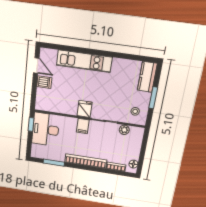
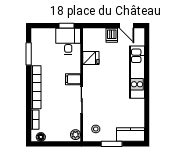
door: (36, 66) -> (127, 26), hinge flipped
fridge: (85, 109) -> (91, 58), moved
desk: (46, 129) -> (68, 41), width x0.73
plant: (124, 130) -> (75, 135), moved

